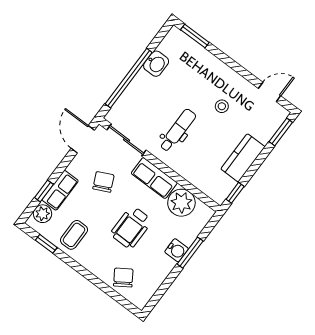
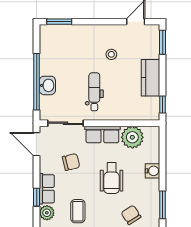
washbasin: (156, 64) -> (47, 85), moved
chair: (103, 182) -> (71, 162), turned 102
window: (190, 253) -> (163, 205), moved

